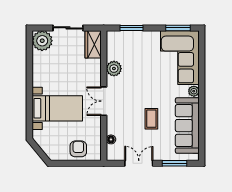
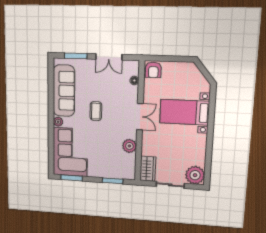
coffee table: (151, 119) -> (96, 111), moved
armchair: (78, 149) -> (153, 70), moved

